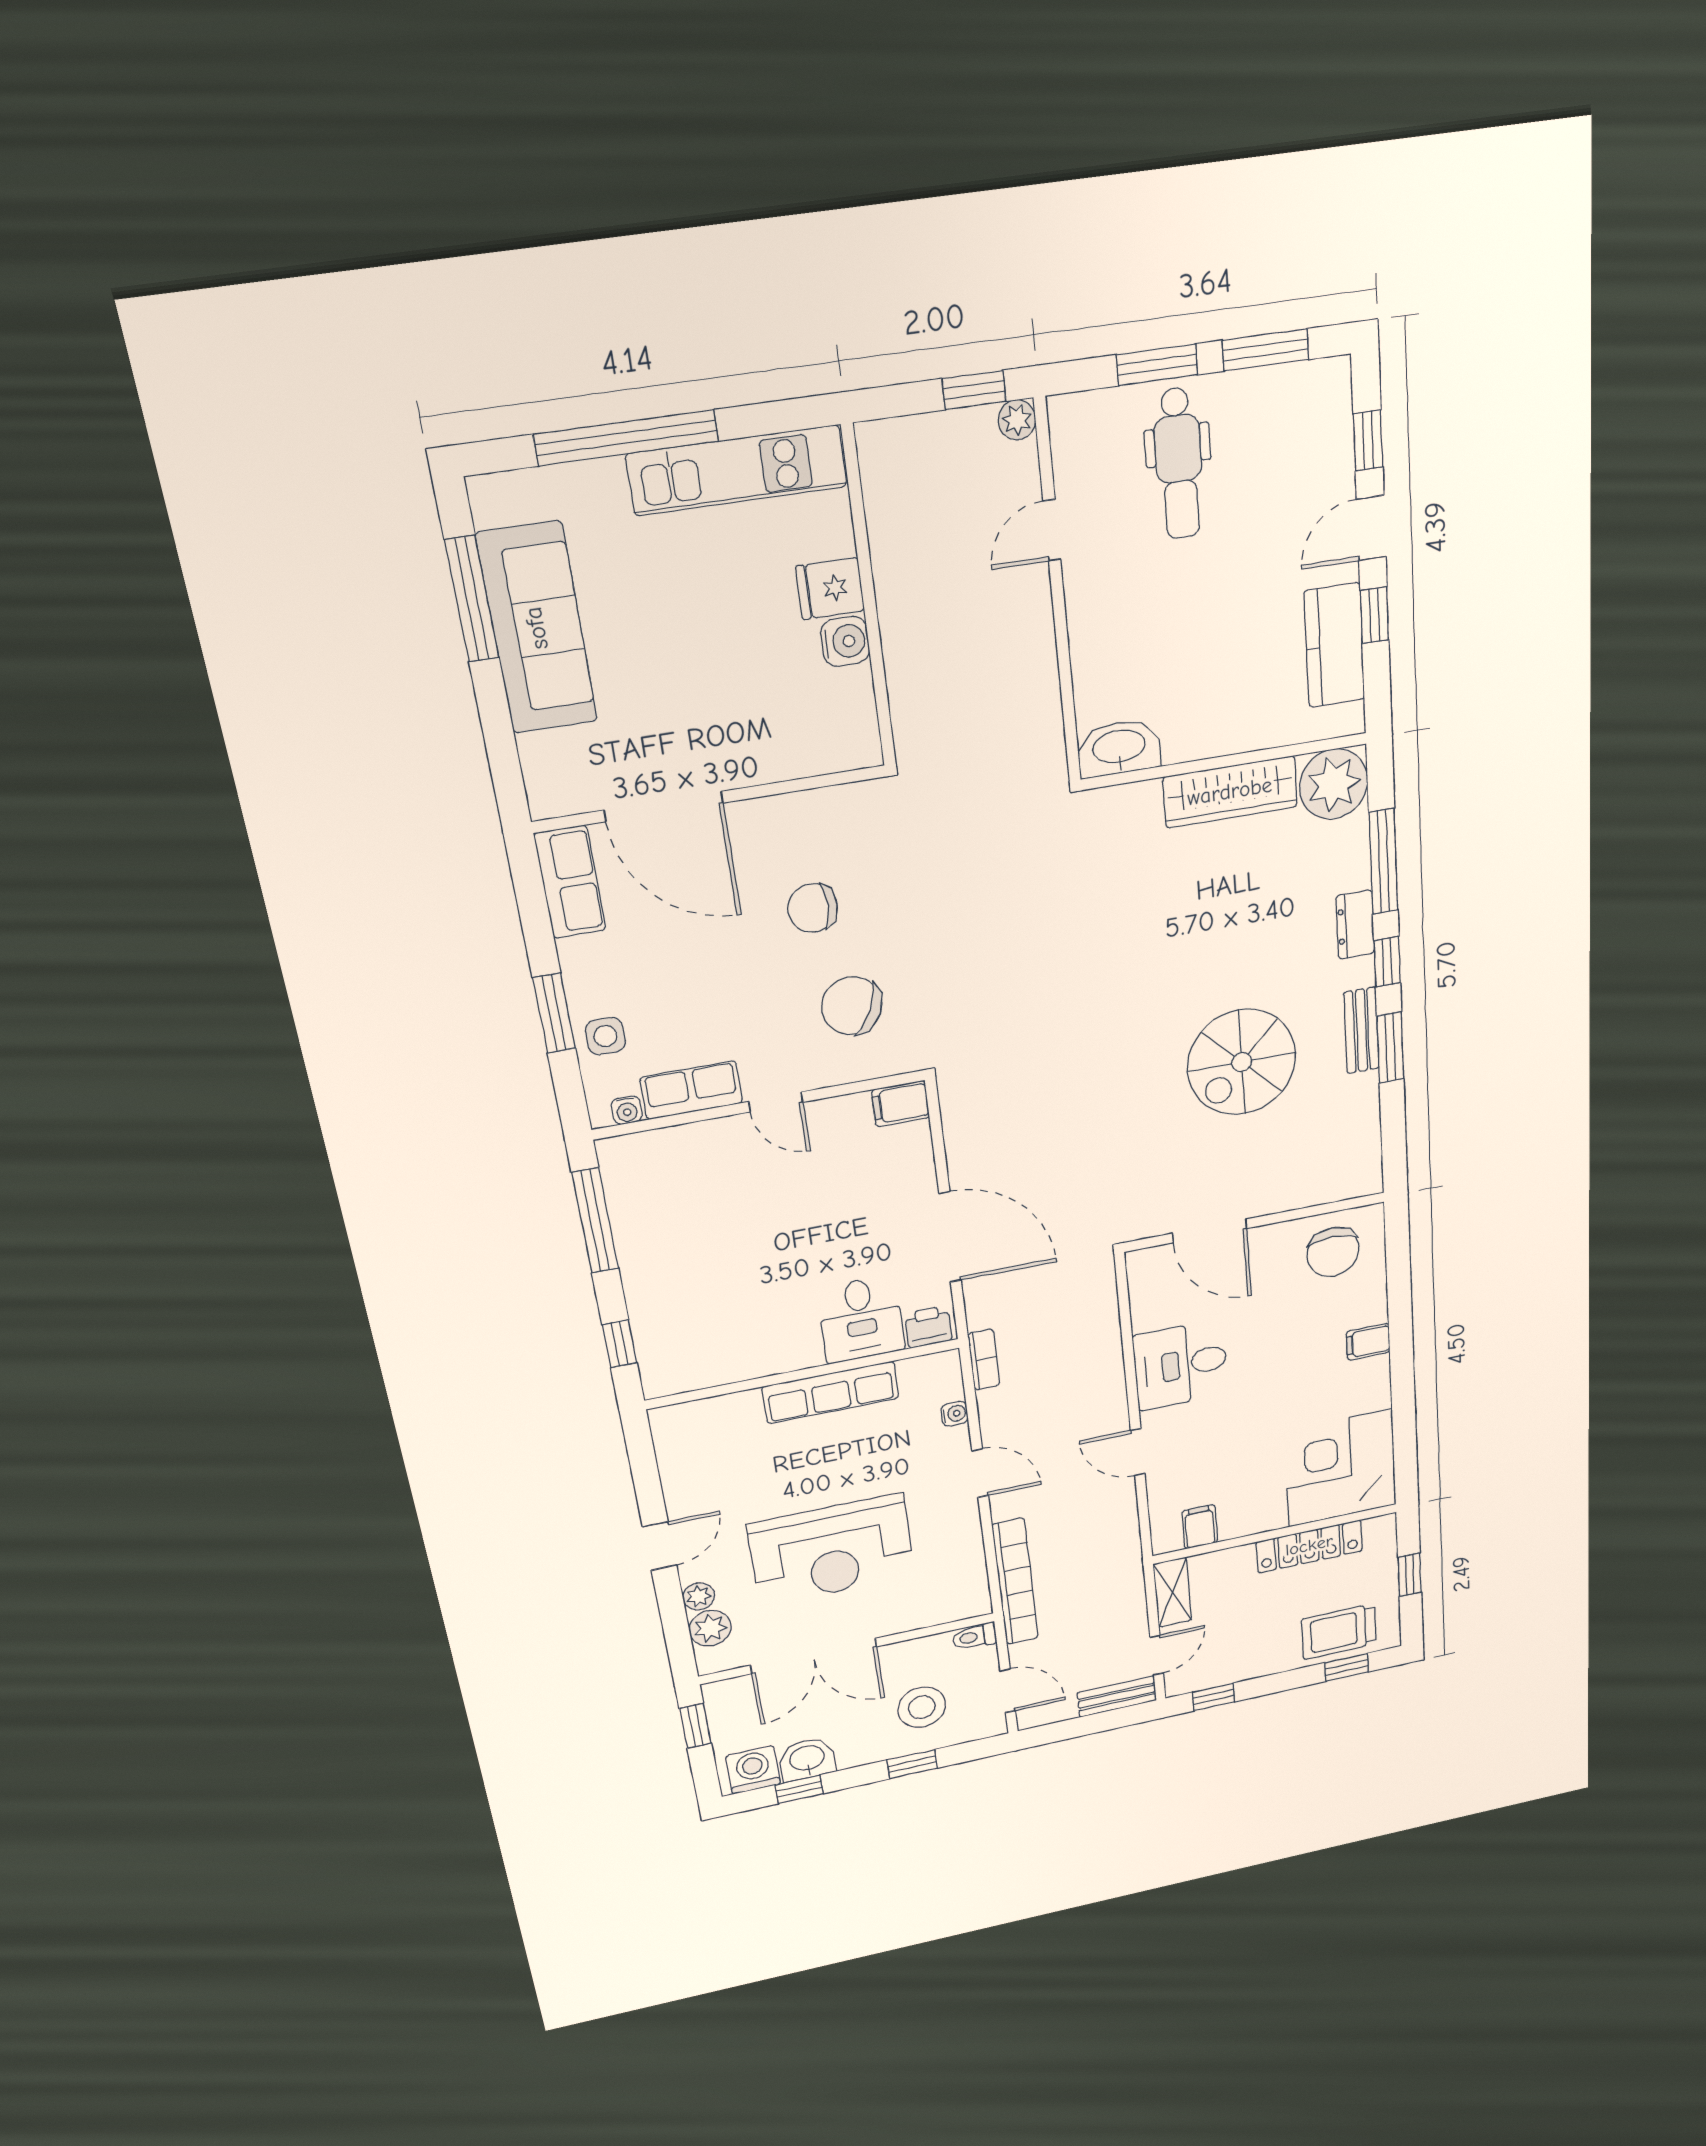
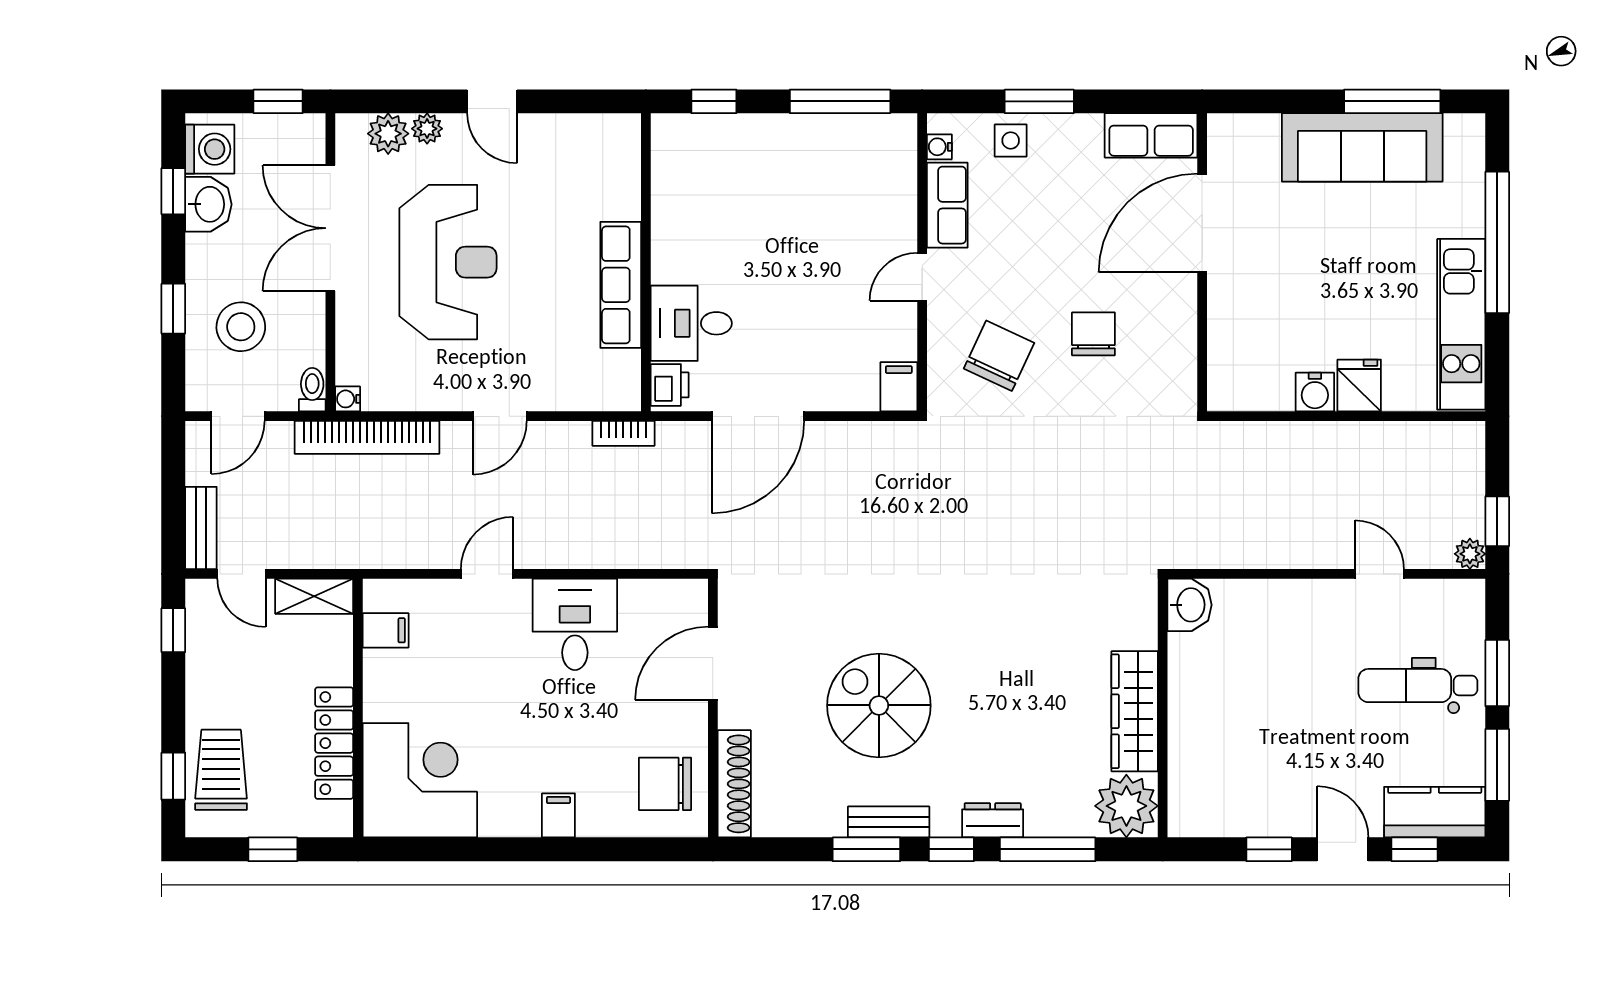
kitchen counter: (1334, 645) -> (1435, 812), moved
washbasin: (1119, 748) -> (1190, 605), width x0.72
shoe rack: (1330, 1187) -> (734, 784), added
water cooler: (955, 1414) -> (348, 399), moved, turned 90
reception desk: (831, 1550) -> (448, 262), turned 180

